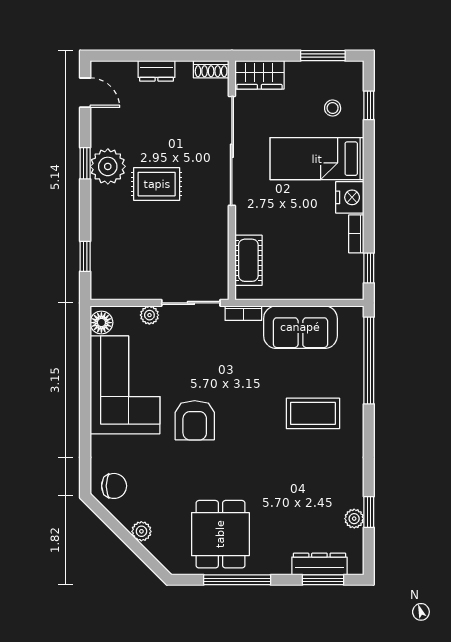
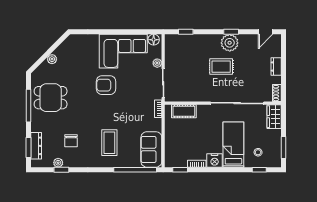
rug: (157, 184) -> (221, 67), turned 90
sofa: (300, 327) -> (151, 149), moved
chair: (114, 486) -> (71, 141), moved

